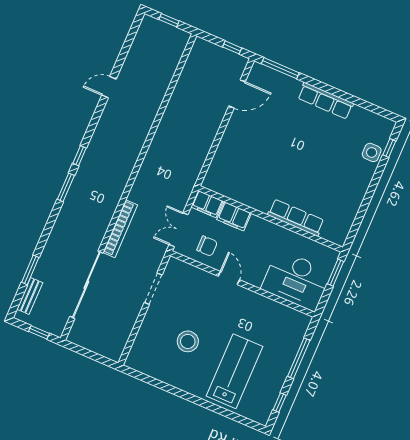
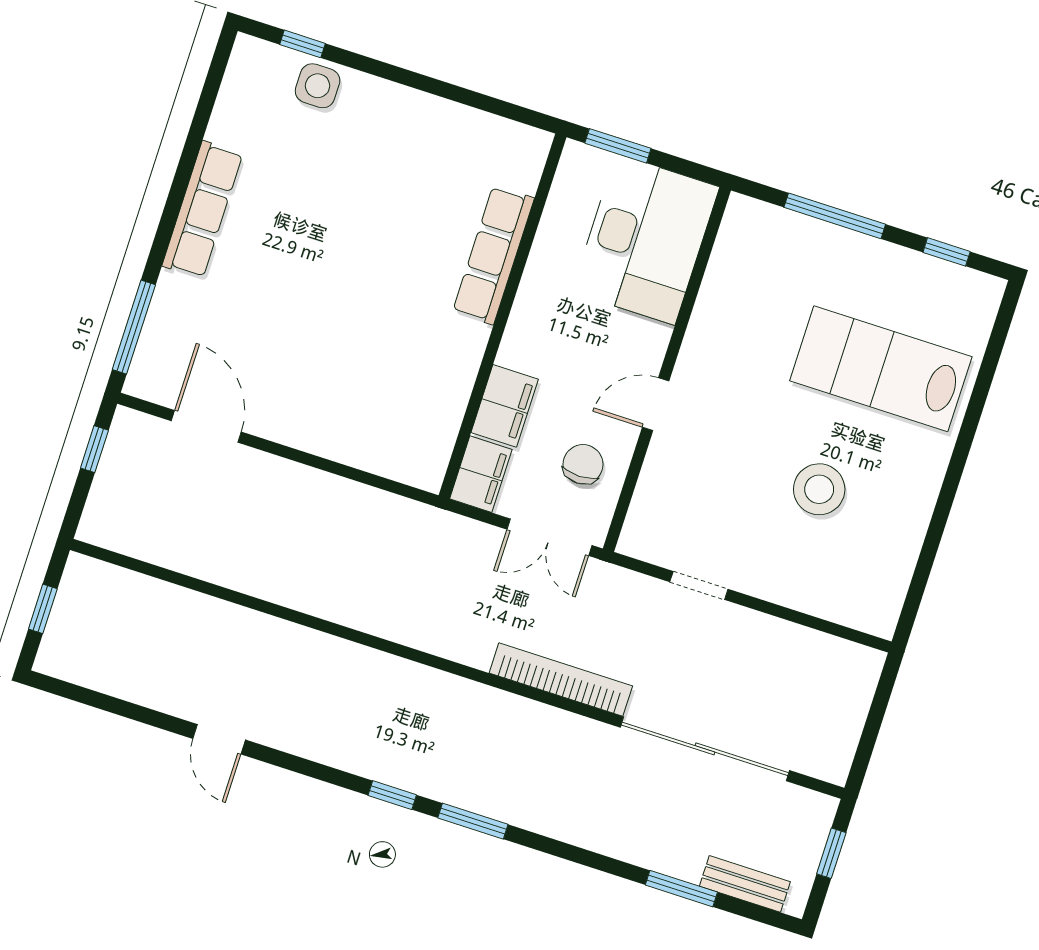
doorway: (153, 289) -> (699, 586), width x0.73

